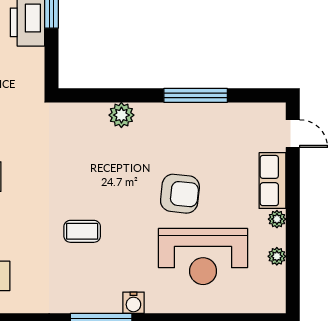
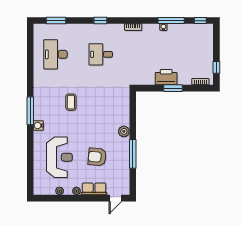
plant: (121, 115) -> (124, 131), moved
armchair: (180, 194) -> (97, 157), moved, turned 89
reception desk: (203, 257) -> (59, 157), turned 180

